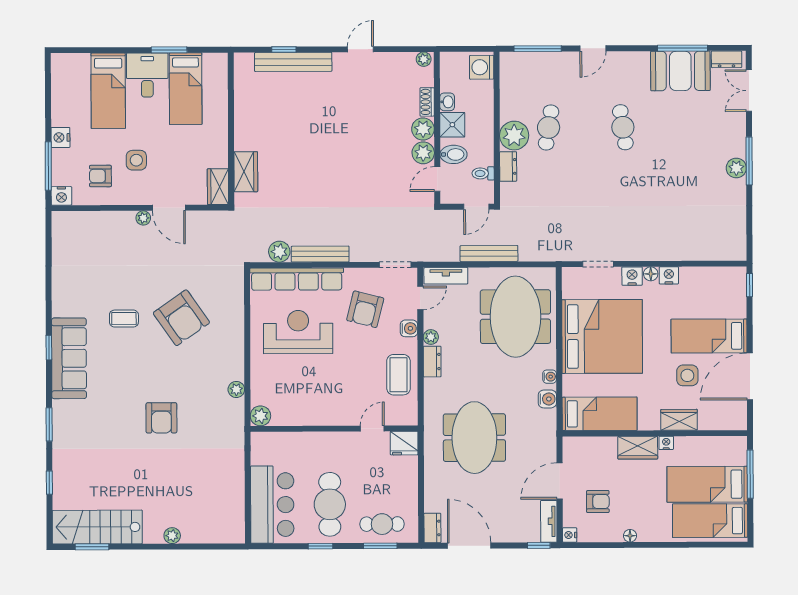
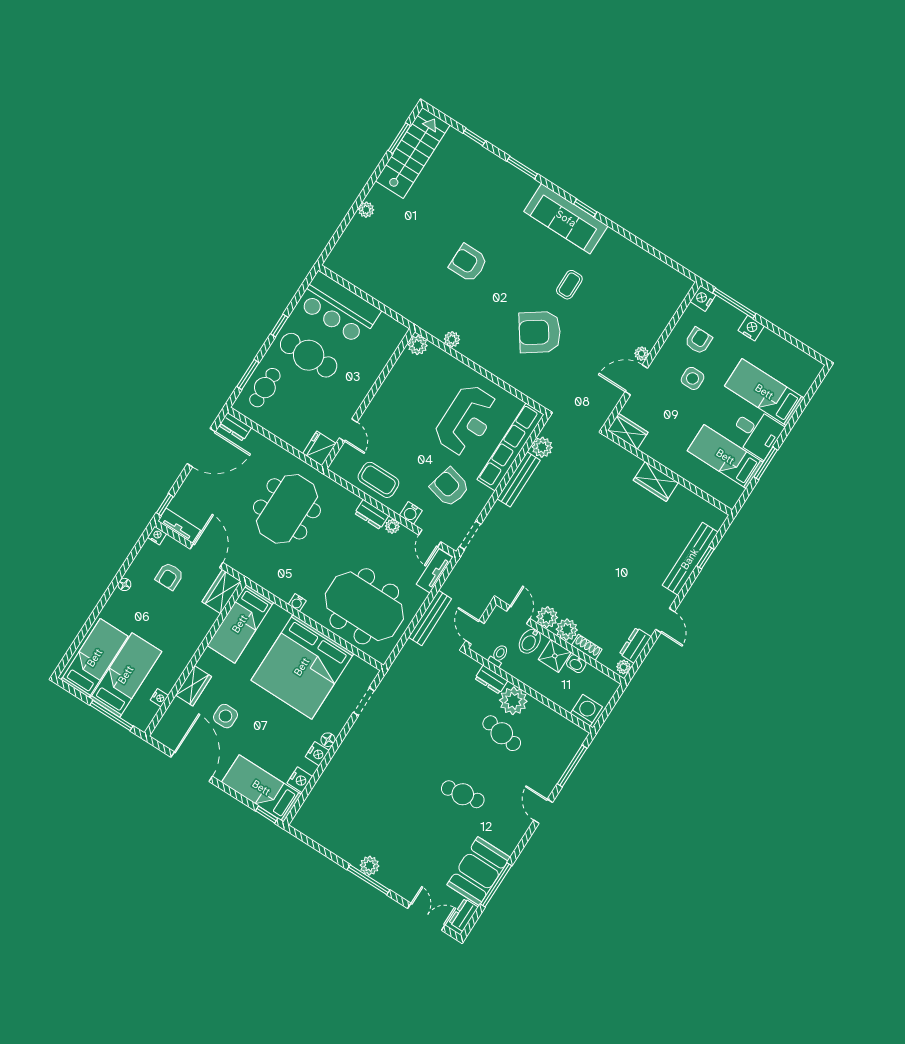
dresser: (398, 61) -> (635, 645), added
wardrobe: (246, 172) -> (656, 481), moved
nightstand: (632, 276) -> (300, 780), moved
bed: (709, 336) -> (261, 788), moved, turned -90
water cooler: (547, 399) -> (280, 589), removed
meeting table: (474, 438) -> (287, 509), turned 90
nightstand: (666, 443) -> (159, 698), moved
wardrobe: (638, 448) -> (222, 592), moved

